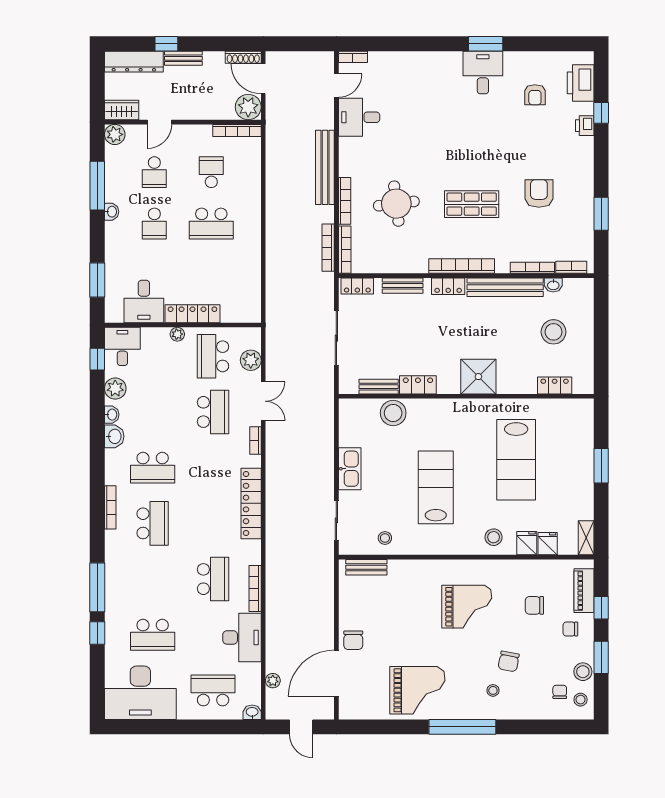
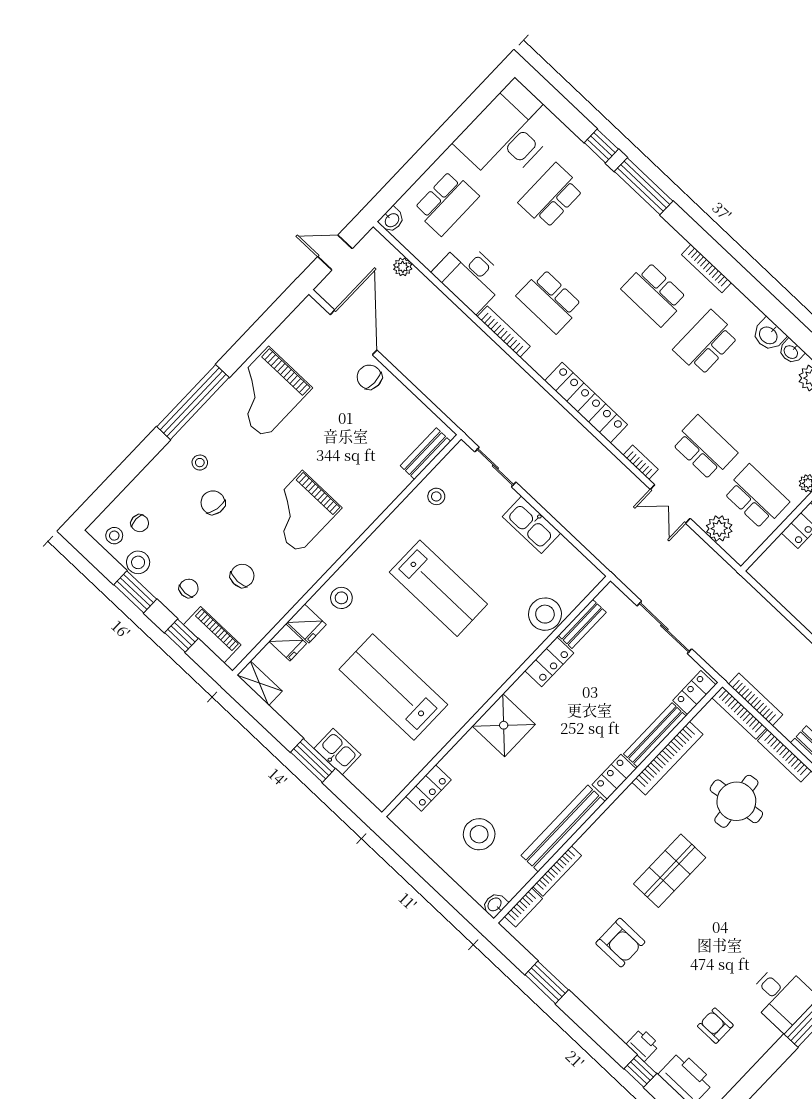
bookcase: (462, 266) -> (667, 758), moved
washbasin: (553, 285) -> (495, 905), moved
bench: (403, 286) -> (655, 735), width x1.36
school desk: (213, 412) -> (704, 448), turned 180
kitchen sink: (583, 457) -> (338, 752), added

